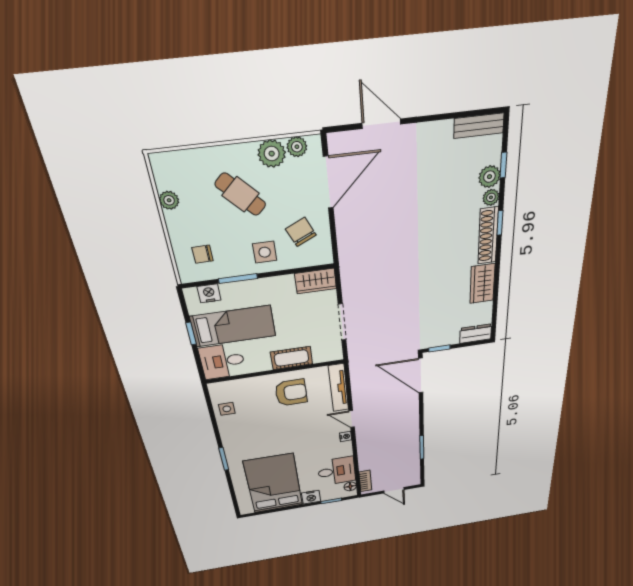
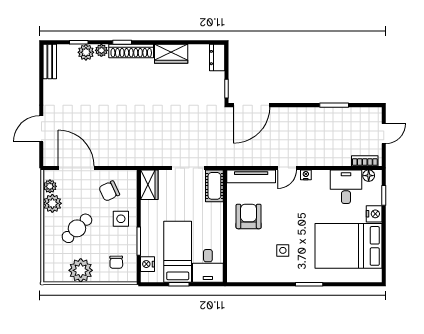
plant: (169, 200) -> (81, 270), width x1.87, depth x1.87
cot: (292, 358) -> (214, 186), moved
side table: (227, 409) -> (283, 250), moved

